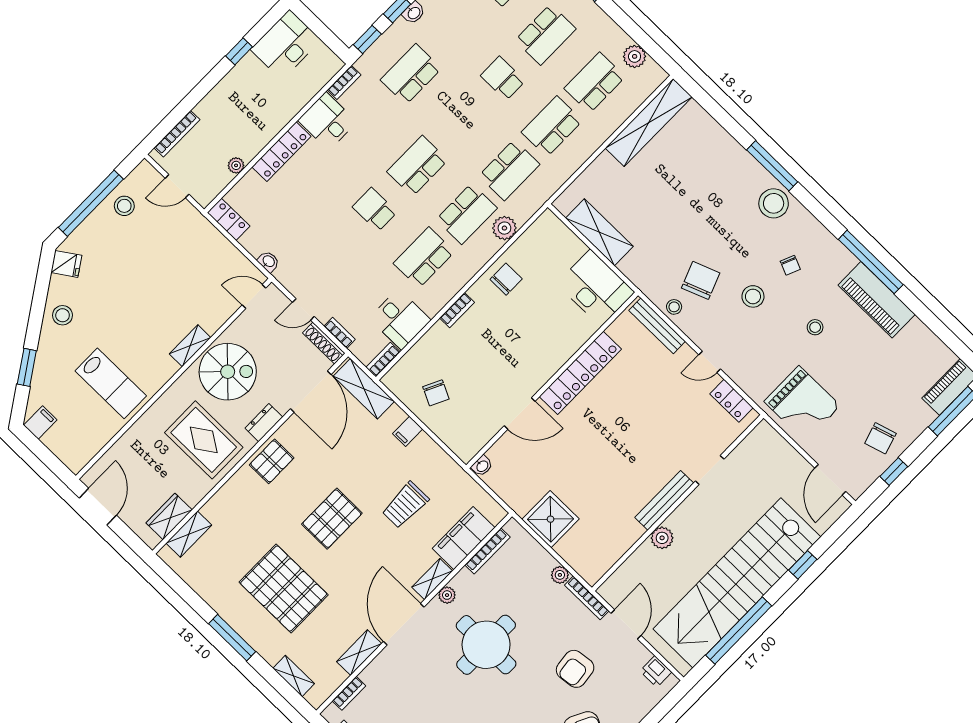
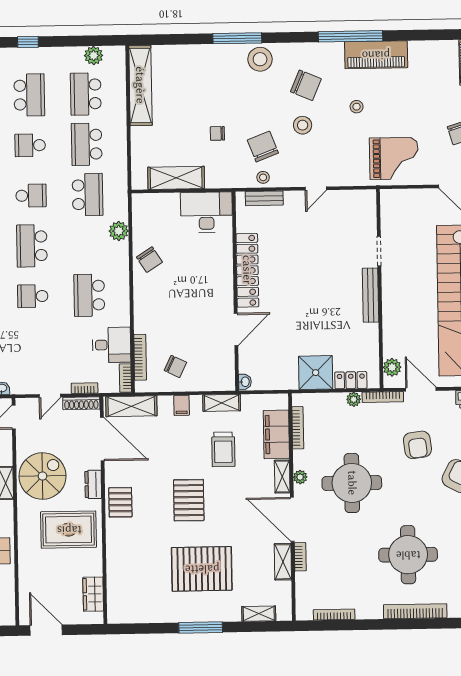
school desk: (467, 214) -> (31, 196), moved, width x0.54
chair: (673, 230) -> (217, 133), added
chair: (790, 265) -> (306, 85), width x1.87, depth x1.87
chair: (506, 279) -> (149, 260), turned 147
bookcase: (457, 310) -> (140, 357), moved, width x1.56
bench: (657, 326) -> (264, 198), width x0.73
locker: (732, 401) -> (351, 380), moved, turned 180
shelving: (189, 534) -> (222, 403), moved, turned 90
plant: (662, 538) -> (392, 367), moved
bookcase: (349, 693) -> (300, 557), moved

